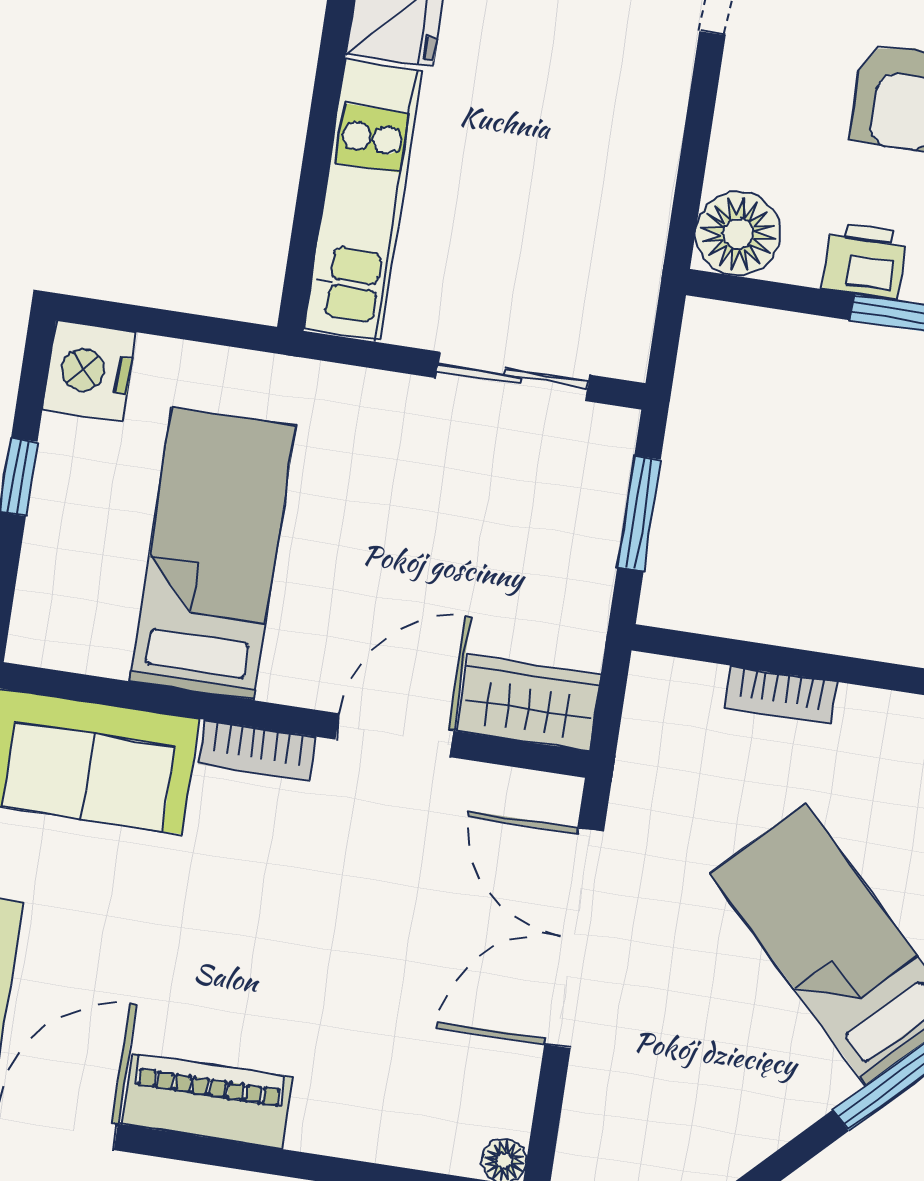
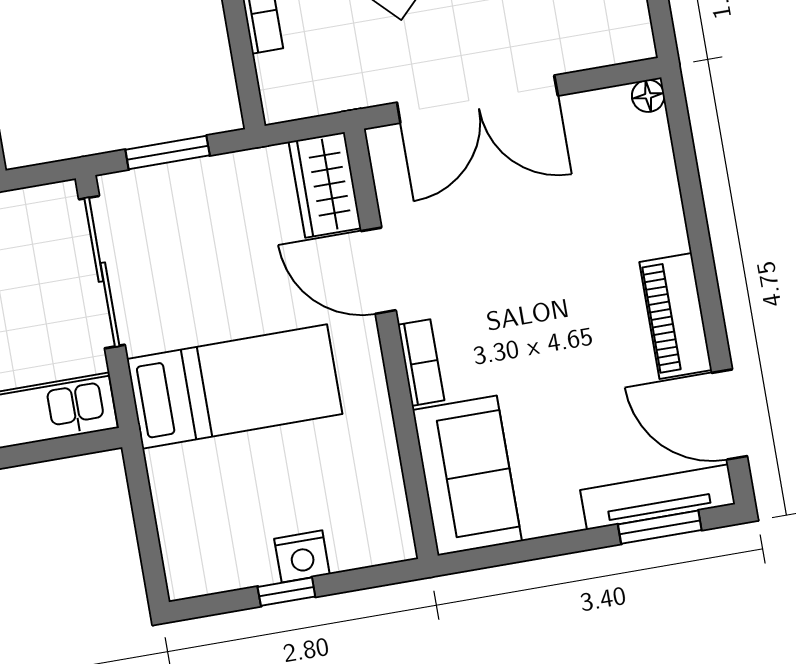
nightstand: (89, 371) -> (302, 556), moved, width x0.74, depth x0.75
sliding door: (513, 376) -> (102, 272), width x1.37
bed: (213, 554) -> (235, 386), moved, turned 180

